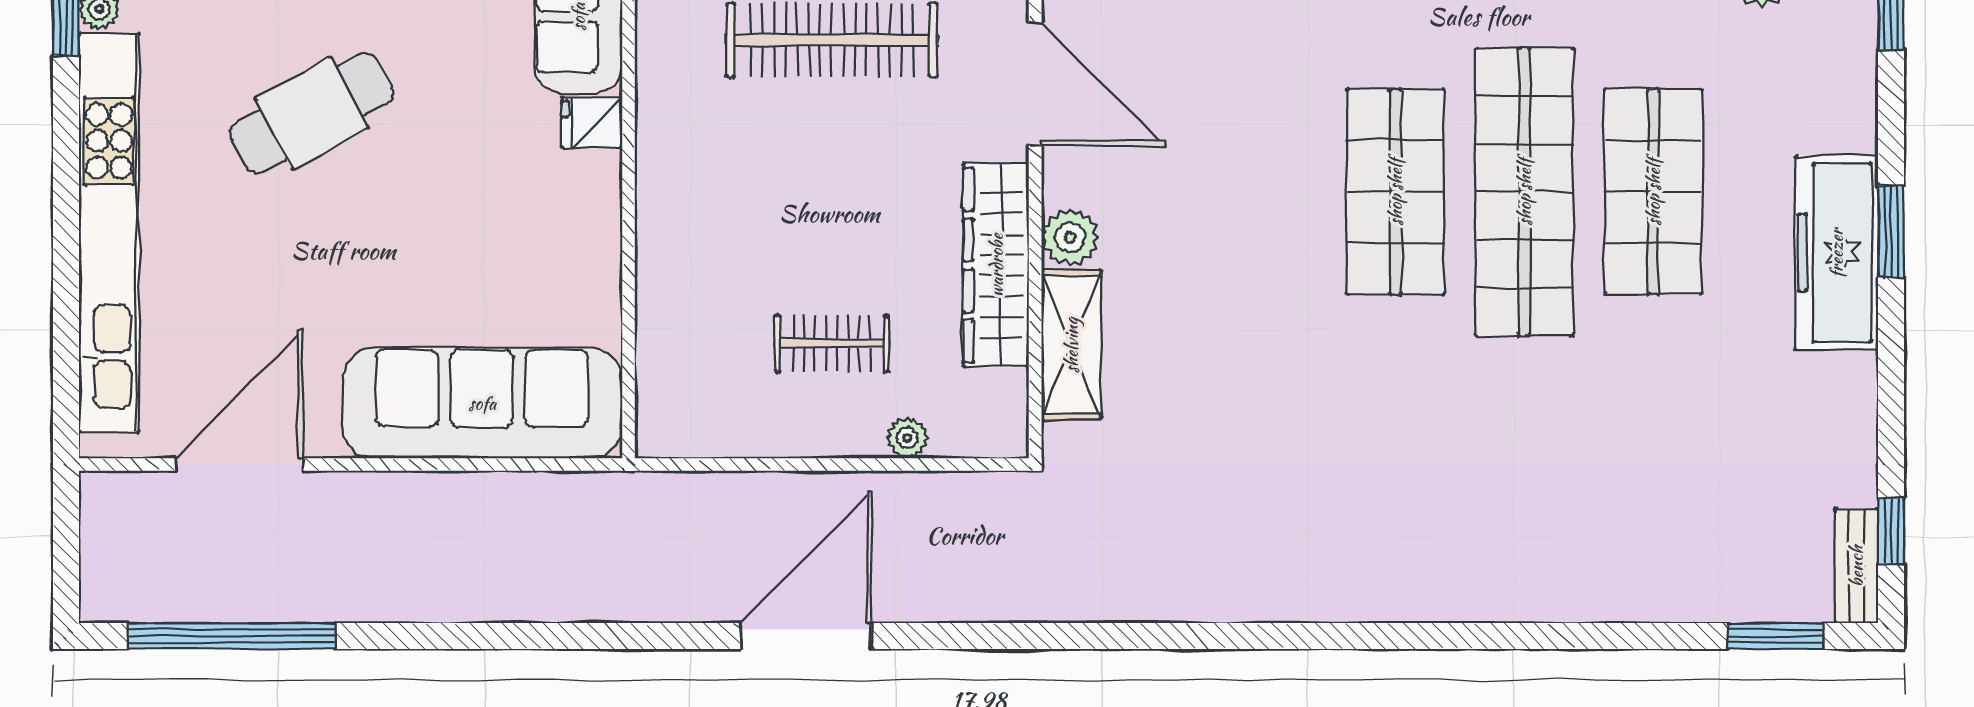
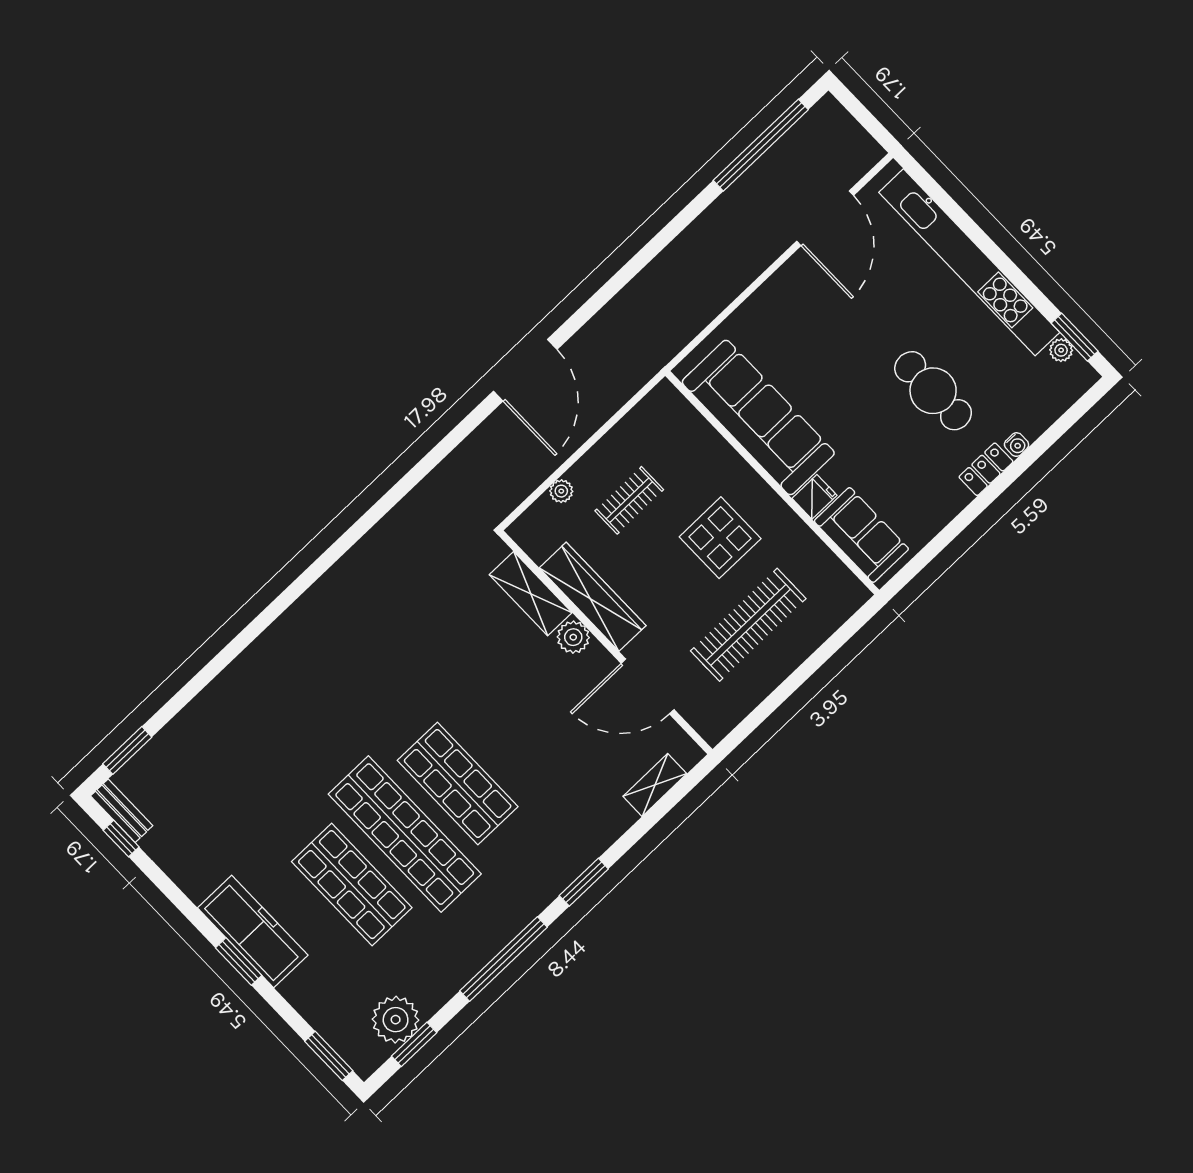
cafe table: (312, 113) -> (933, 391), turned -61
display table: (762, 185) -> (720, 538), added
sofa: (482, 403) -> (758, 417), moved, turned -90

